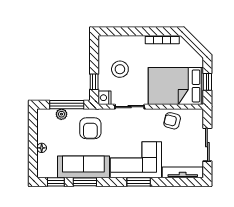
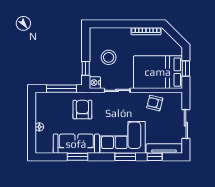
plant: (61, 114) -> (57, 97), removed
armchair: (90, 128) -> (82, 110), turned 180
window: (56, 182) -> (155, 157), moved

